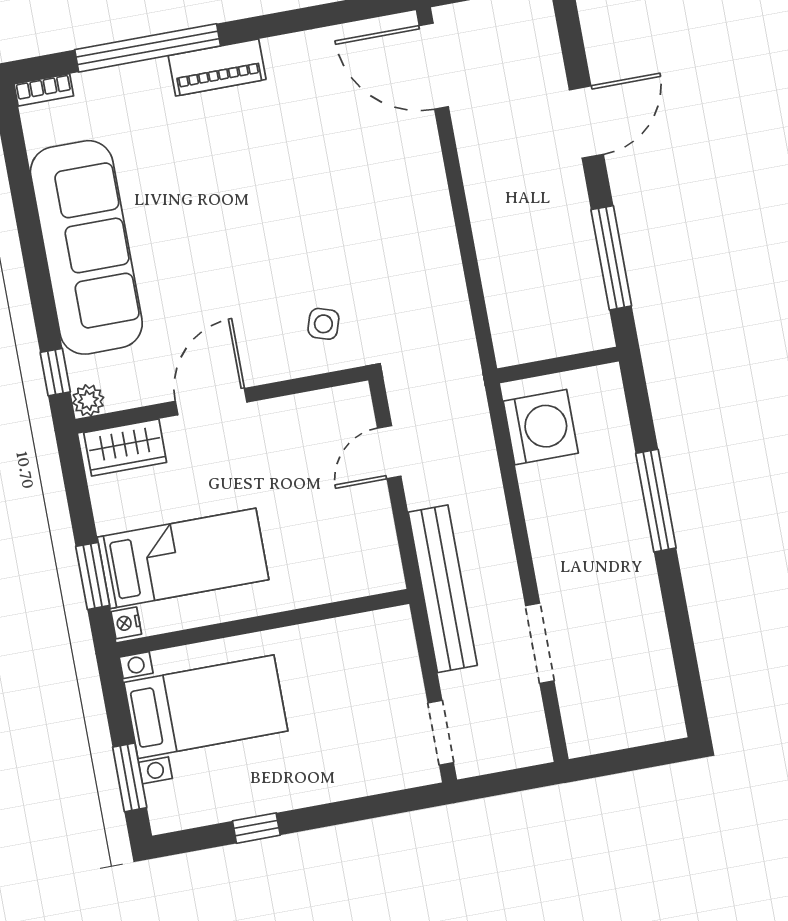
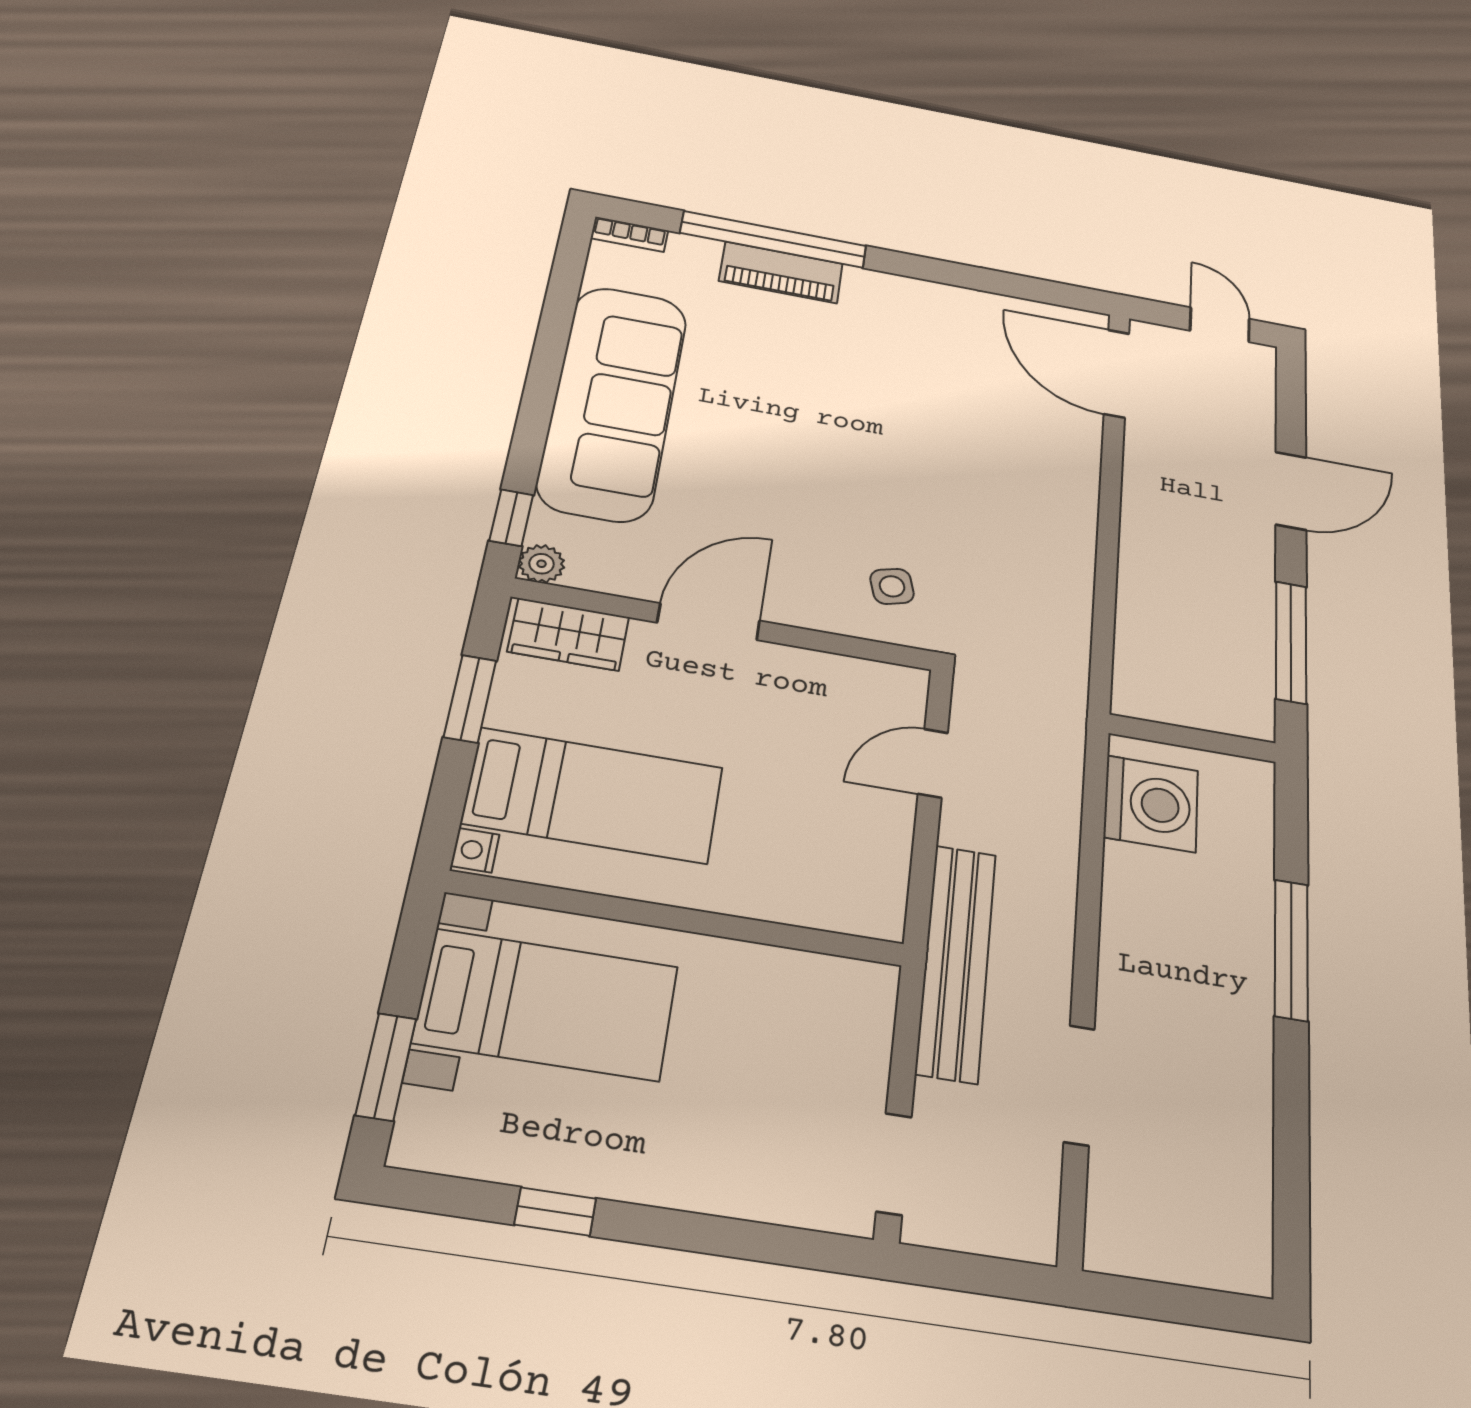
piano: (217, 68) -> (781, 272), moved
side table: (323, 324) -> (892, 586), turned -34
window: (93, 576) -> (470, 699), moved

